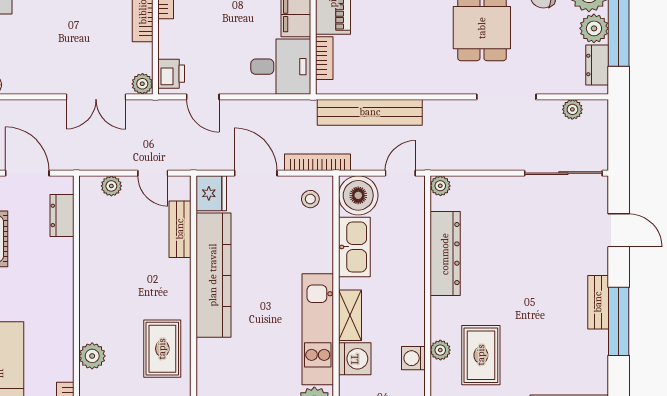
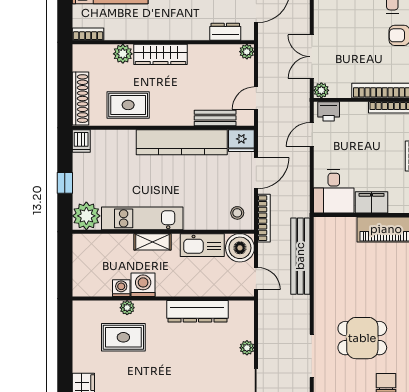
bookcase: (324, 58) -> (340, 223), removed
plant: (111, 186) -> (247, 52), moved
plant: (440, 186) -> (247, 348), moved
wardrobe: (93, 304) -> (160, 54), added
washing machine: (355, 359) -> (143, 285), moved, turned 180

